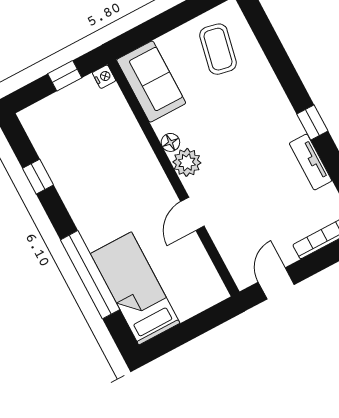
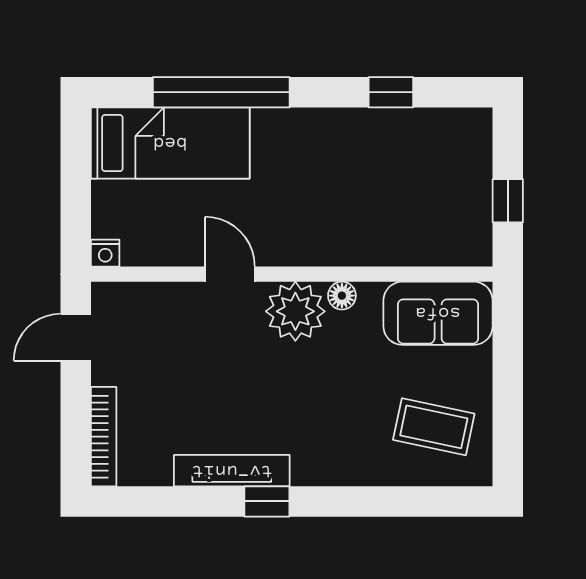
nightstand: (104, 77) -> (105, 253), moved
plant: (187, 162) -> (295, 311), width x1.36, depth x1.36
tv unit: (311, 162) -> (232, 471), width x1.41
door: (276, 283) -> (76, 337), swing flipped

